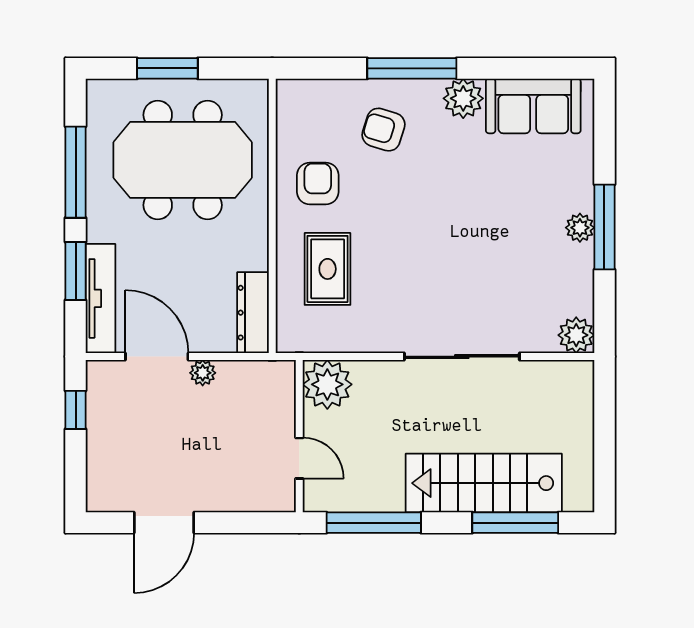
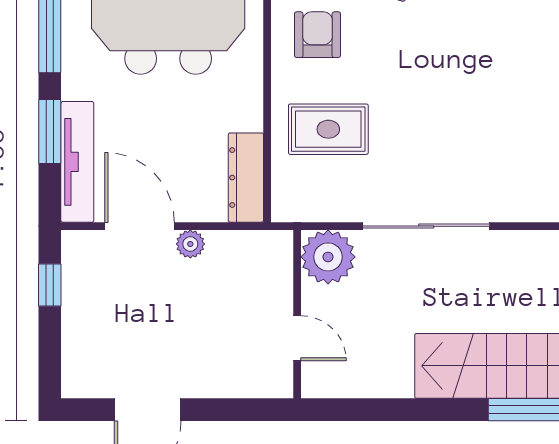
rug: (328, 269) -> (328, 129), turned 90
sliding door: (462, 357) -> (426, 226), moved
window: (374, 523) -> (380, 410), removed

